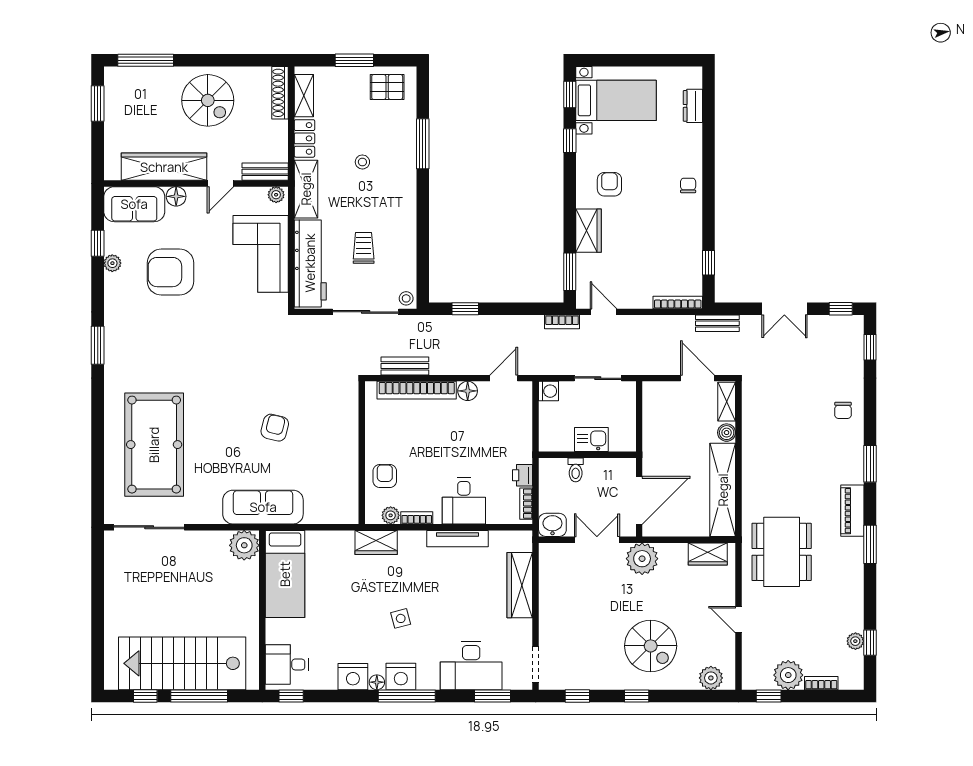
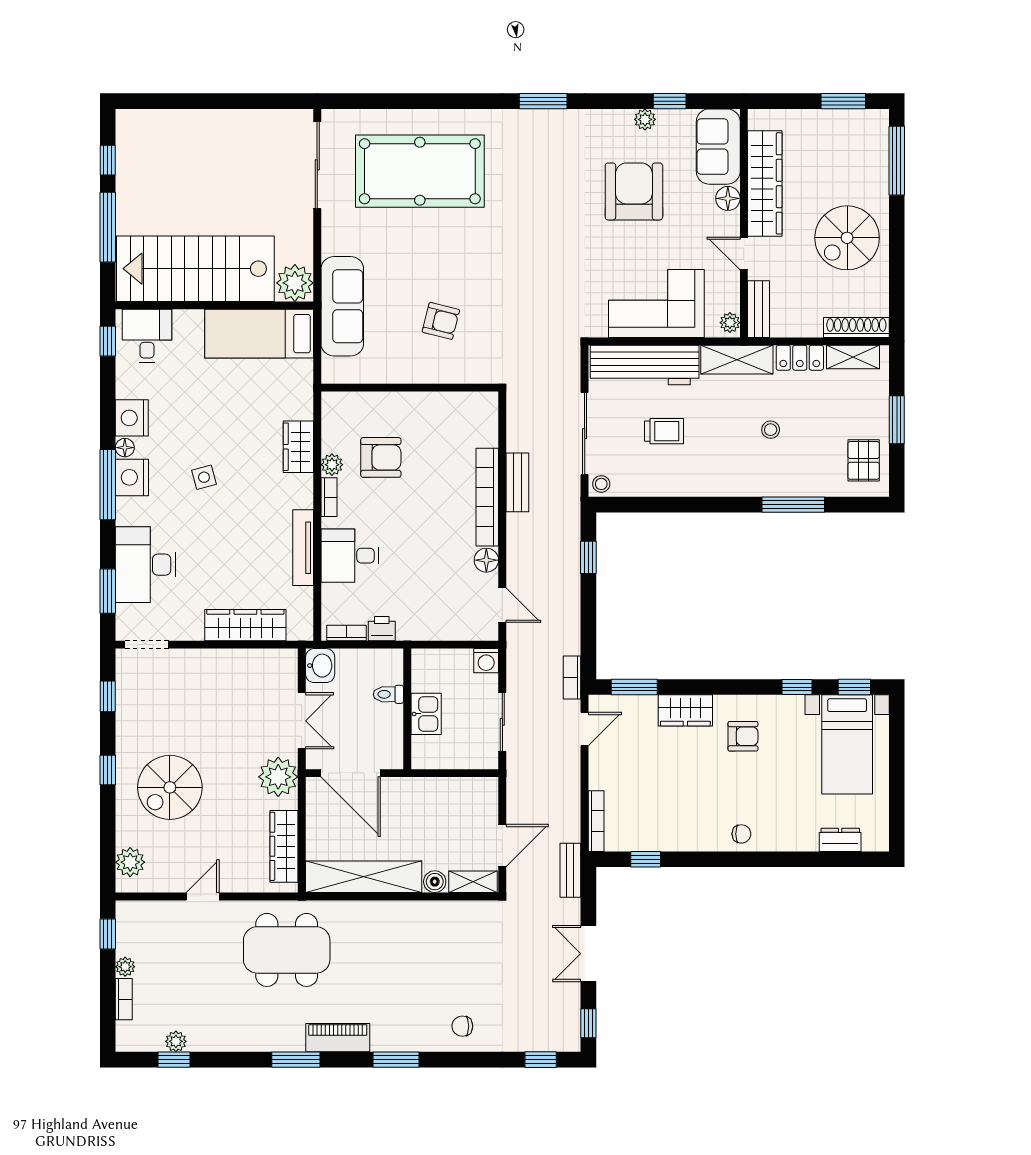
wall: (362, 453) -> (410, 388), moved
armchair: (385, 476) -> (381, 457), width x1.38, depth x1.38
wardrobe: (708, 554) -> (284, 846), width x1.50
stairs: (182, 663) -> (195, 269), moved, turned -90
plant: (788, 675) -> (125, 967), width x0.53, depth x0.53

